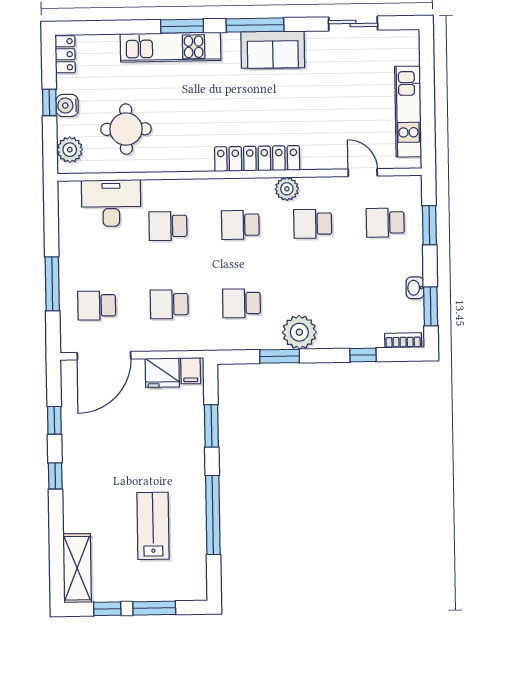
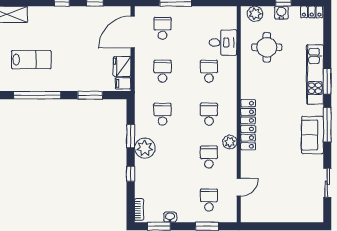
kitchen unit: (408, 112) -> (275, 215), removed
desk: (111, 203) -> (223, 43), width x0.73
window: (363, 355) -> (131, 174), moved
door: (104, 356) -> (133, 32), hinge flipped

